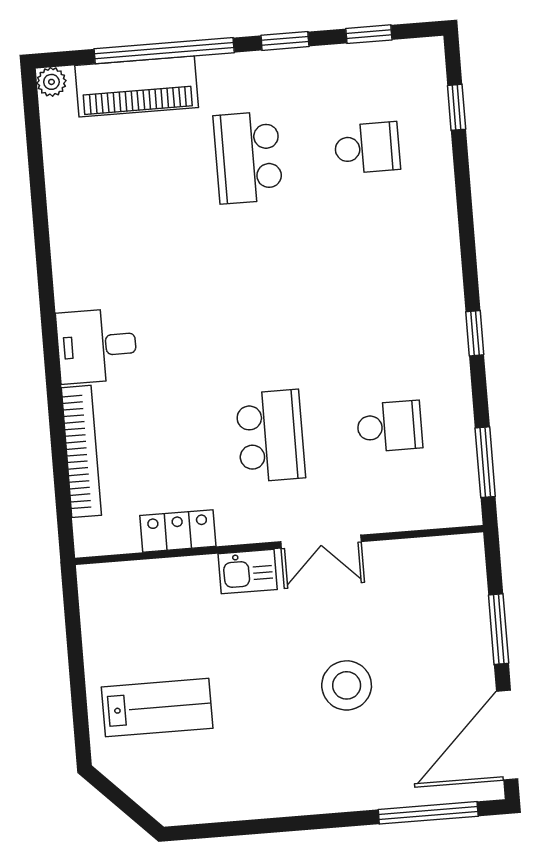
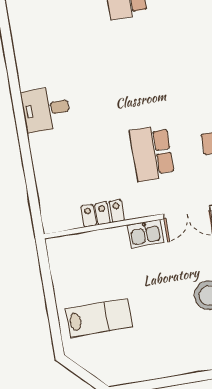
school desk: (270, 436) -> (152, 153), turned 180
bookcase: (81, 451) -> (42, 172), removed

